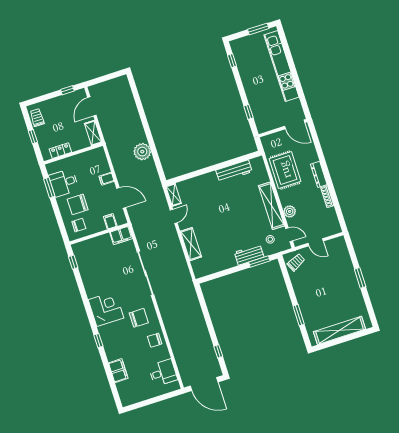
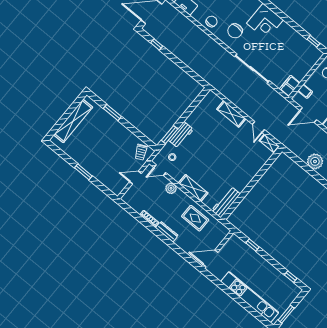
rug: (285, 170) -> (195, 218), width x0.73, depth x0.70
workbench: (234, 171) -> (226, 202), moved
shelving: (271, 206) -> (193, 188), width x0.68

